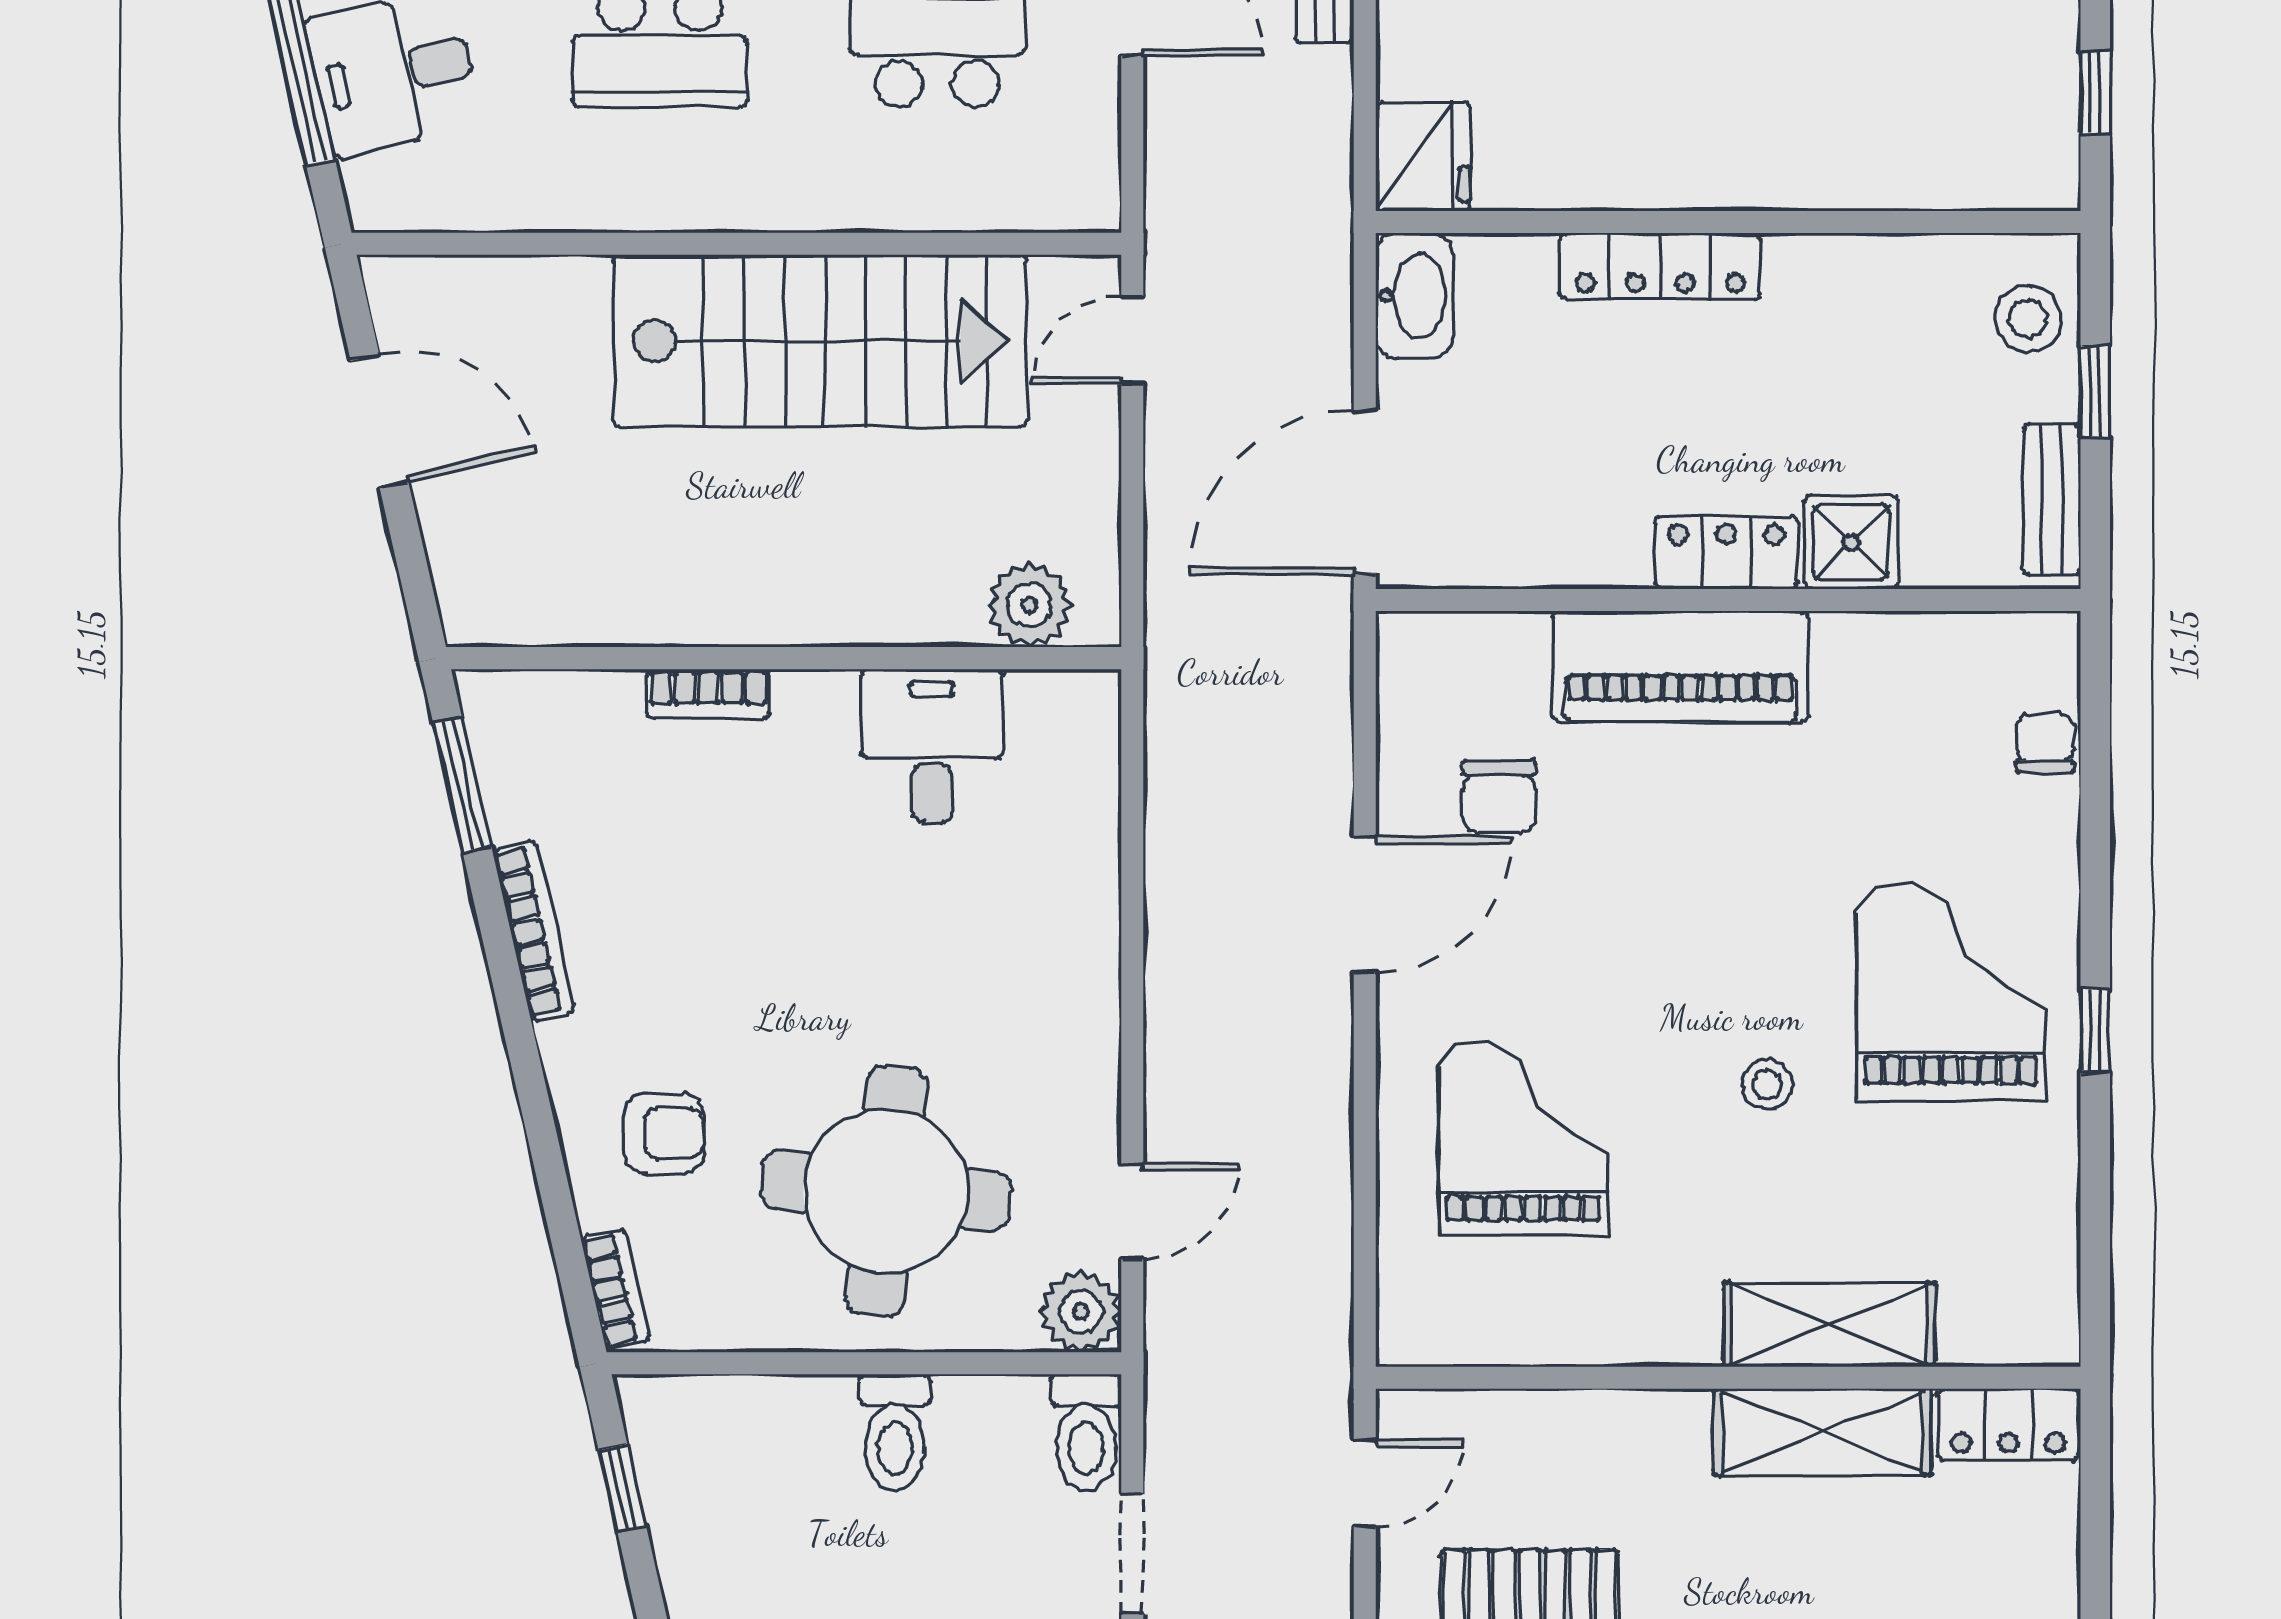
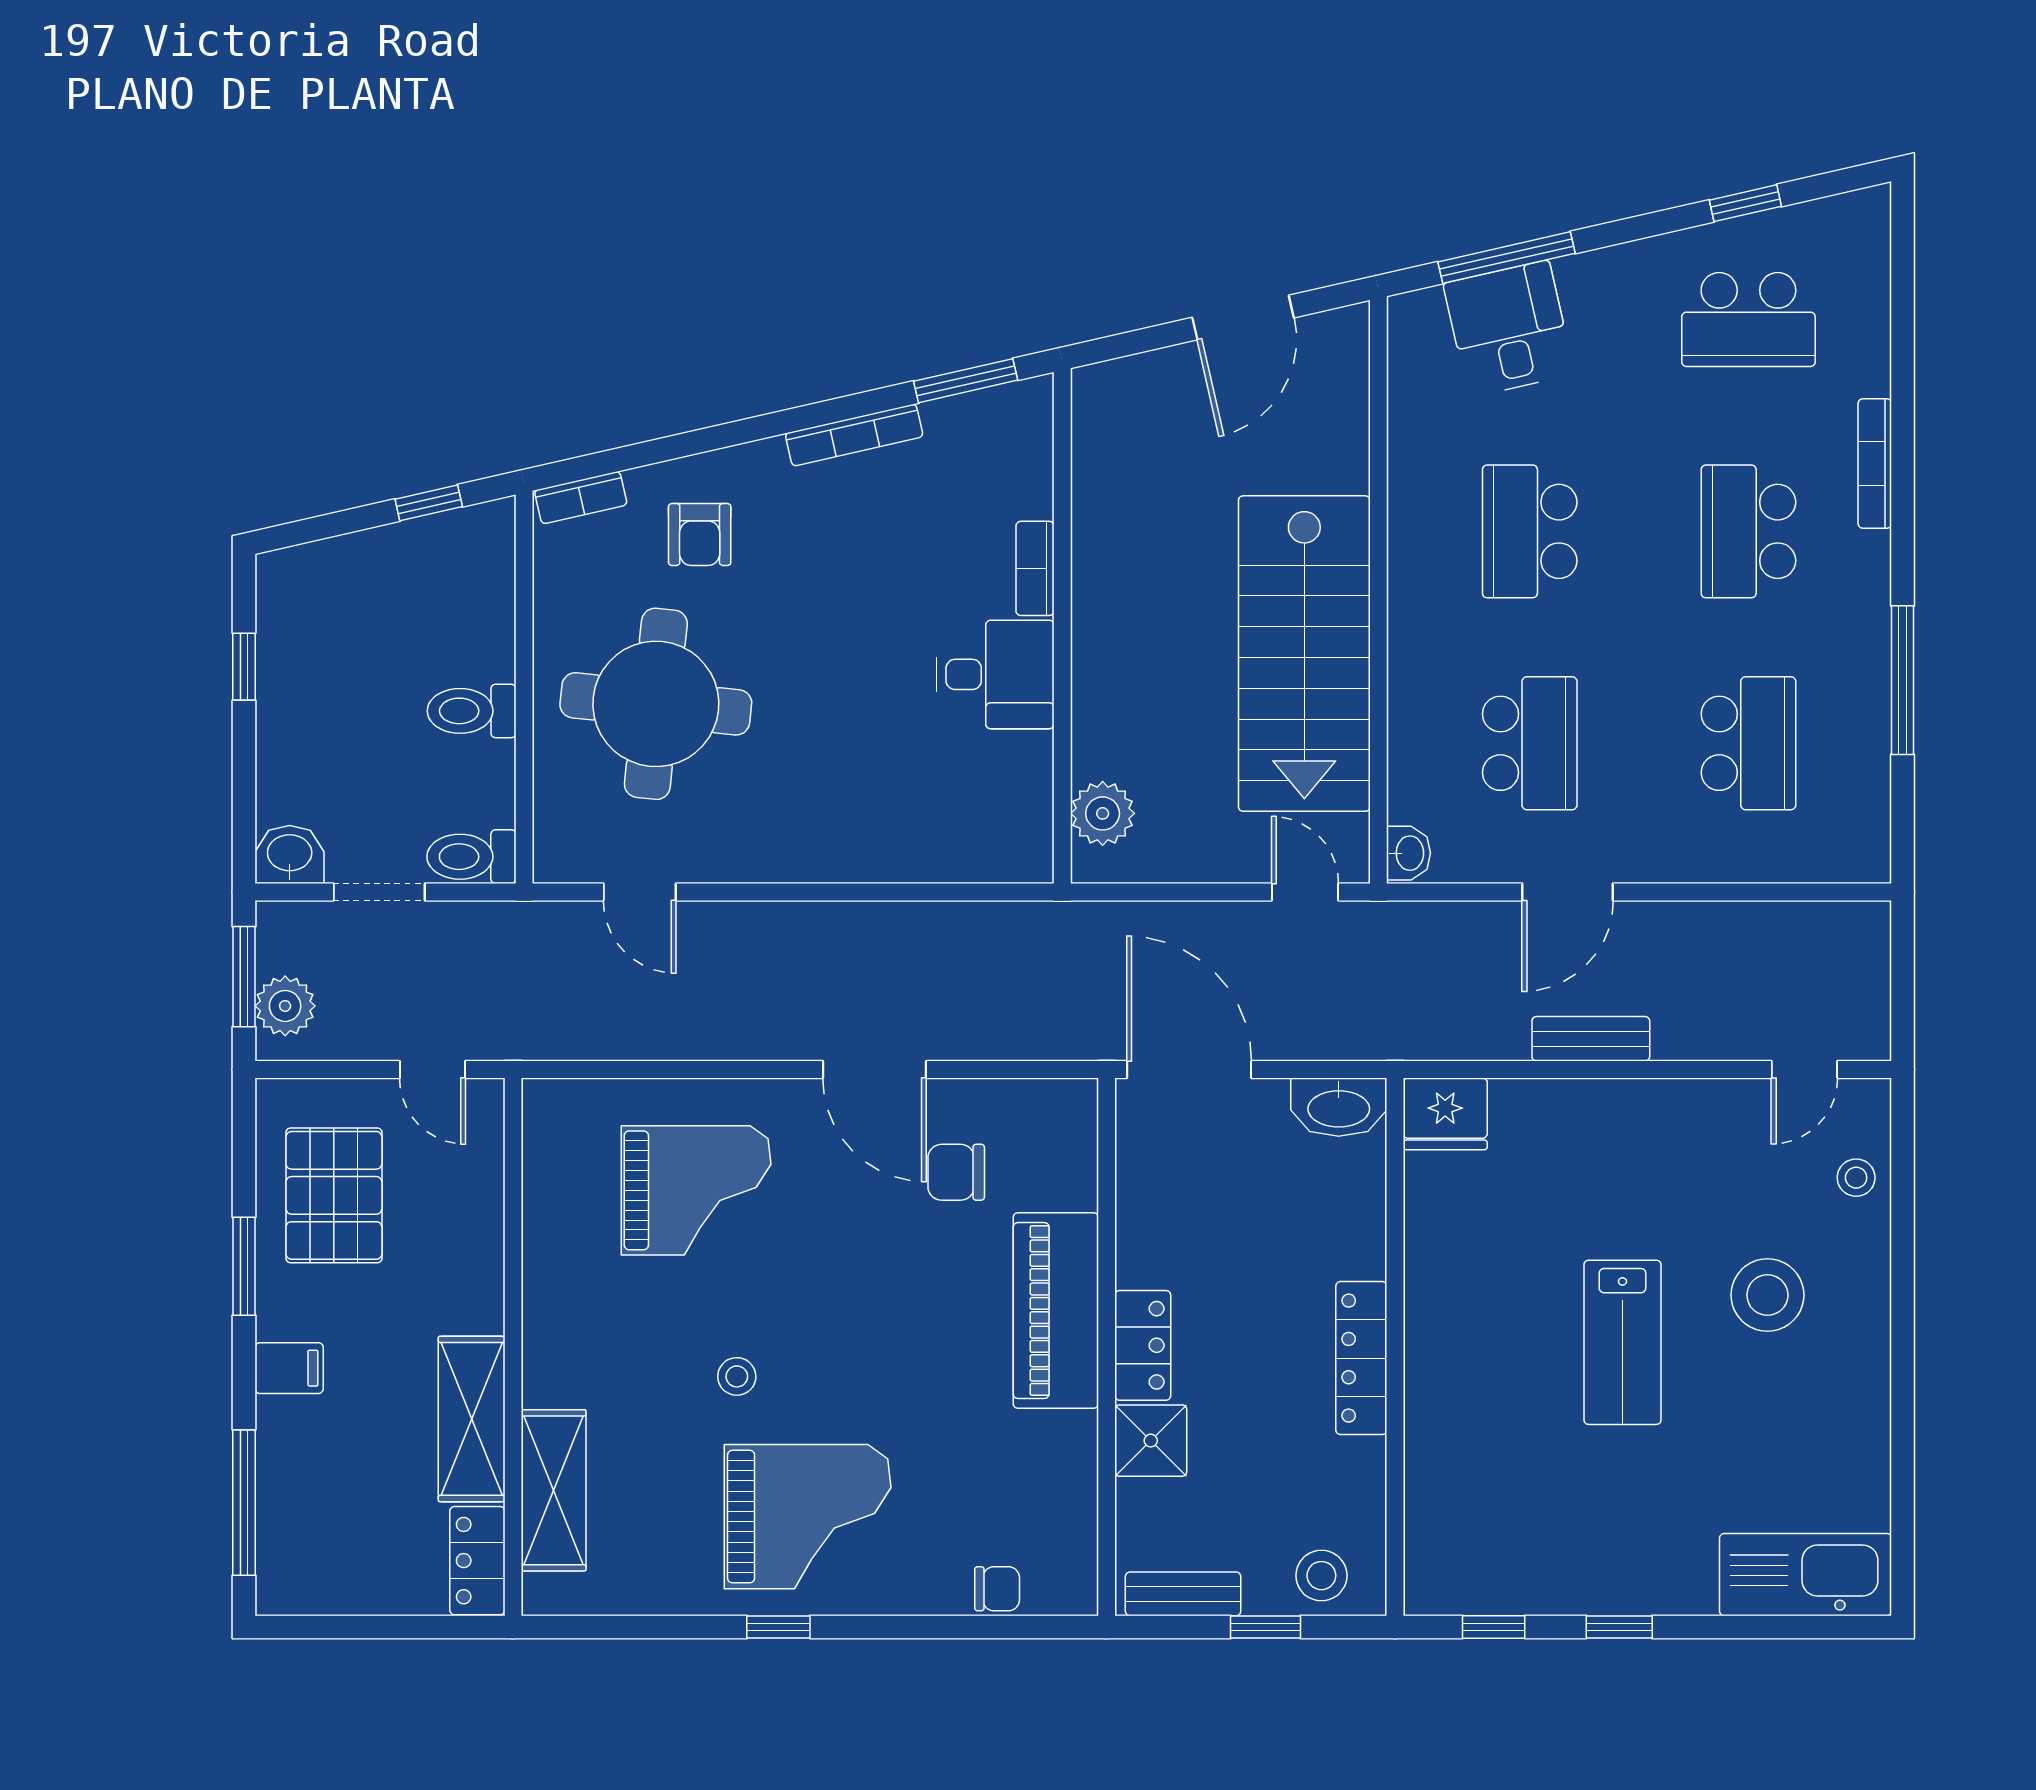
washbasin: (1081, 204) -> (1409, 853), added
locker: (1660, 266) -> (1361, 1358), moved
desk: (932, 746) -> (995, 674), moved
plant: (1081, 1312) -> (564, 853), removed
shelving: (1829, 1324) -> (554, 1490), moved

